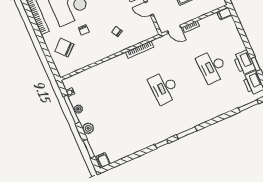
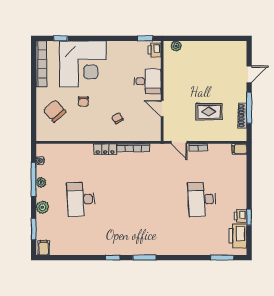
locker: (118, 60) -> (105, 149), added
printer: (244, 63) -> (241, 216), width x0.53, depth x0.68
desk: (164, 88) -> (81, 199), moved

